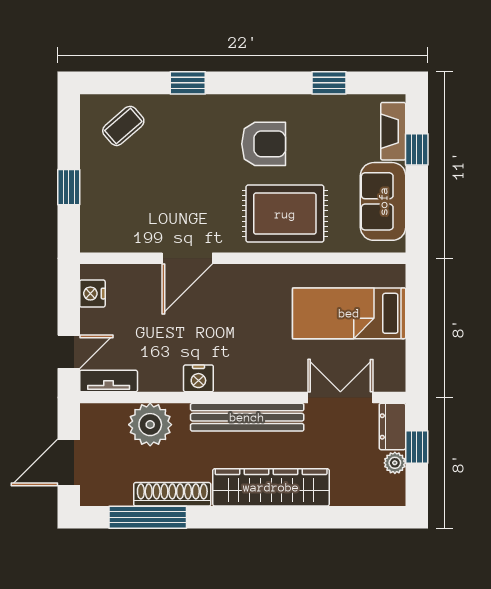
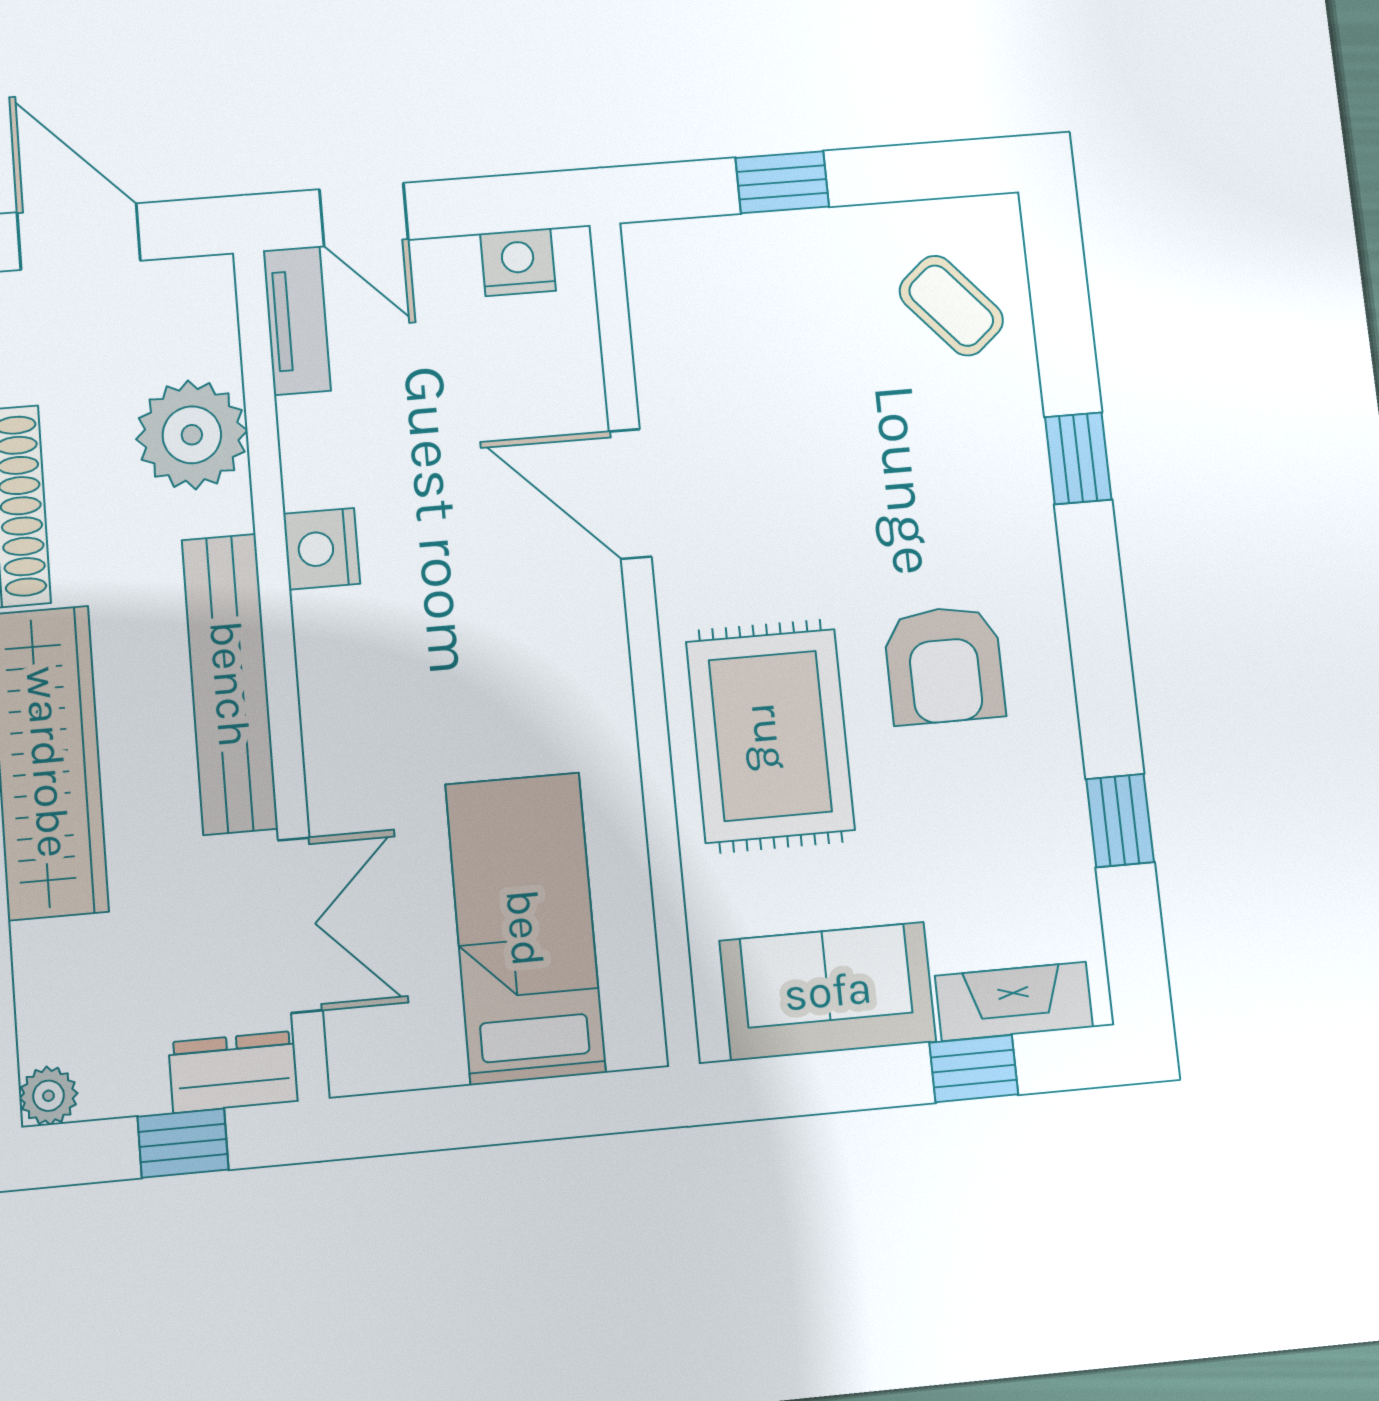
plant: (395, 463) -> (48, 1096), moved

